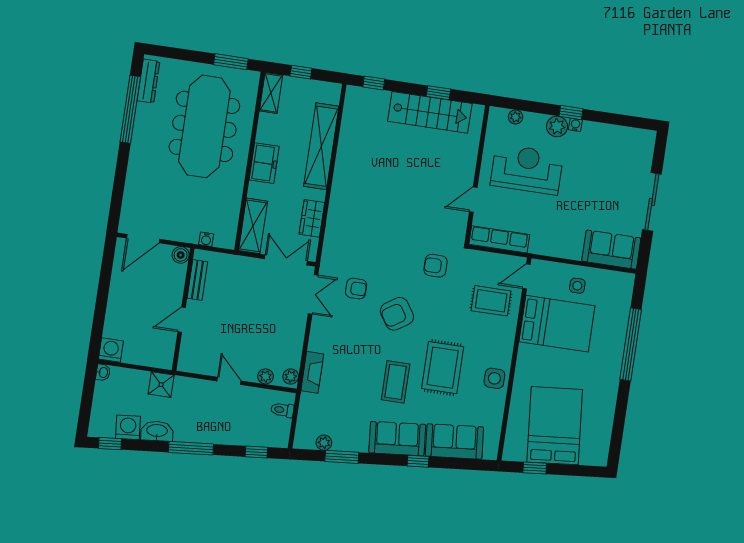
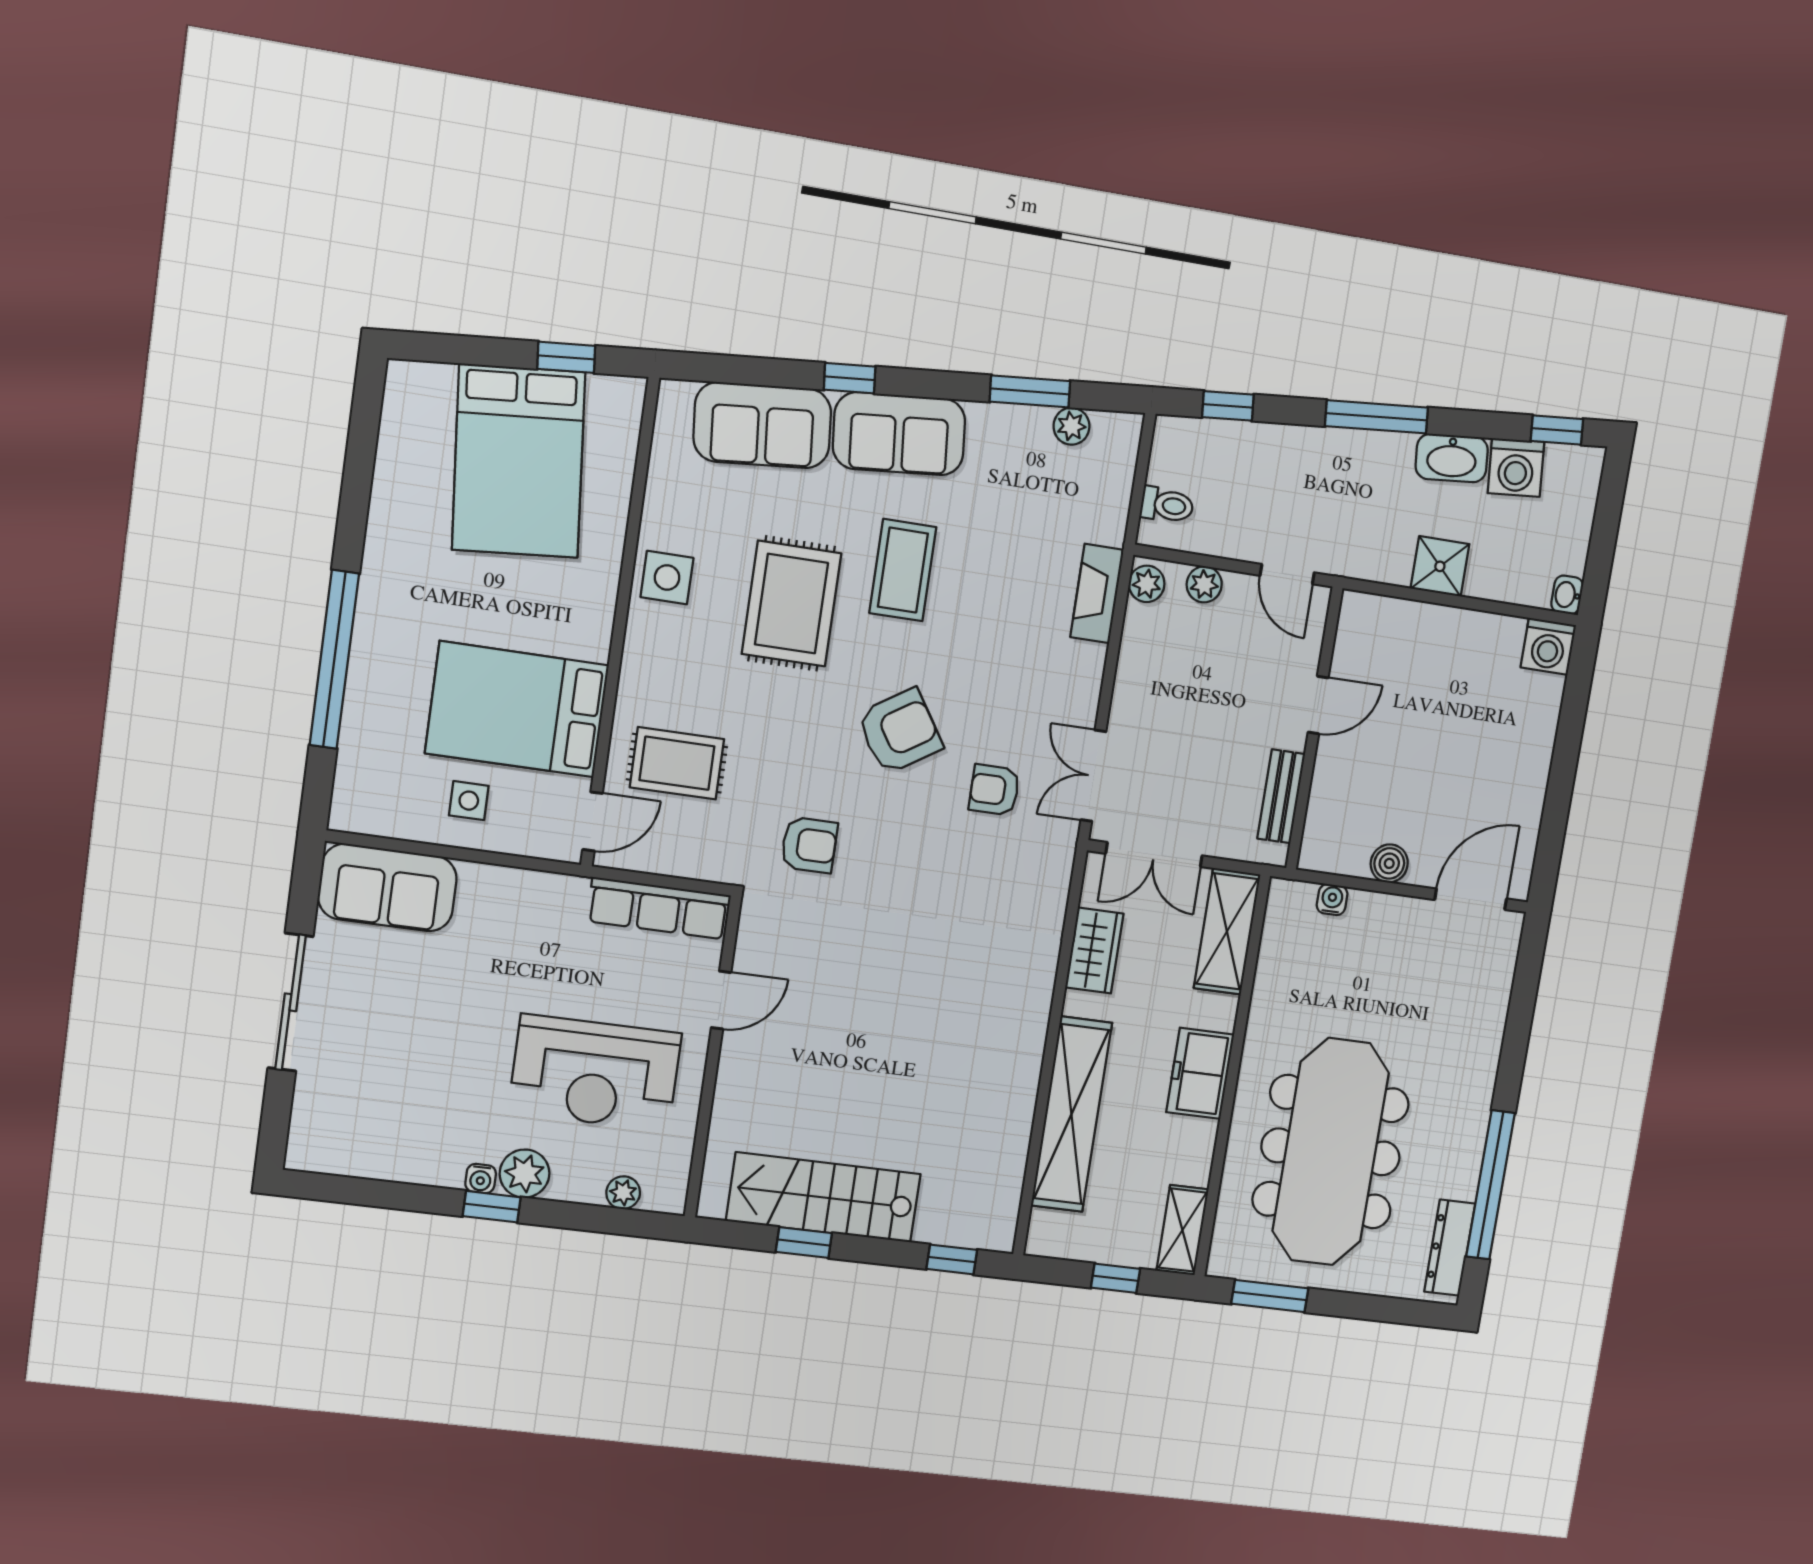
bench: (197, 280) -> (1281, 796), moved
wall: (183, 309) -> (1314, 729), moved
door: (182, 320) -> (1318, 705), moved

